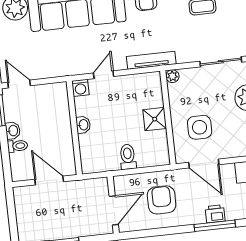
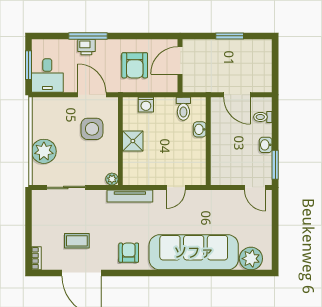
washing machine: (80, 88) -> (146, 105), moved, turned 180
washbasin: (83, 125) -> (200, 129), moved
toilet: (18, 146) -> (263, 117), moved
toilet: (128, 157) -> (183, 109), moved

